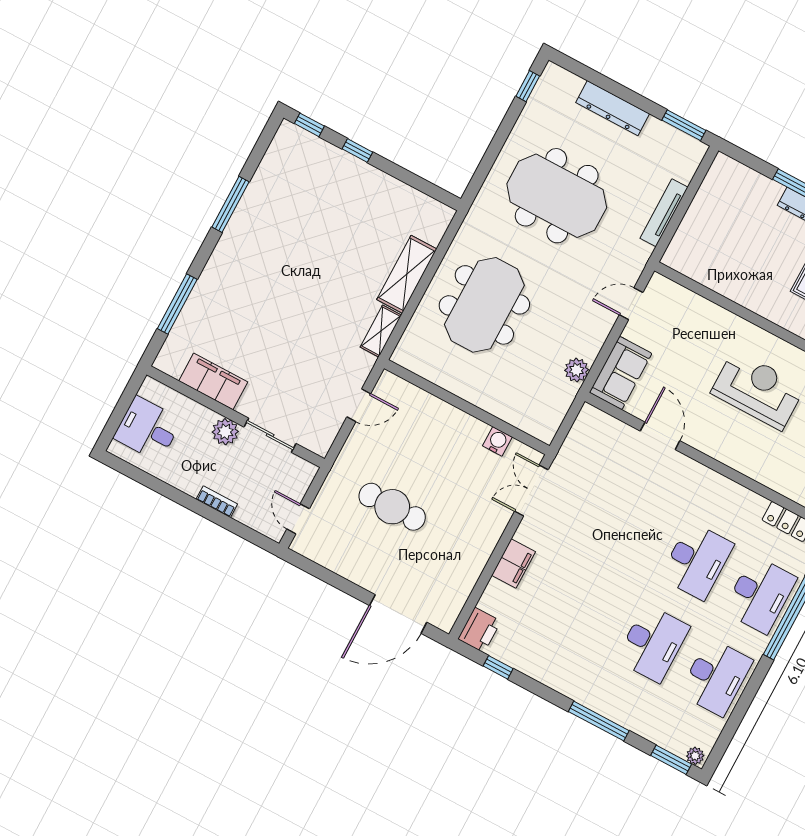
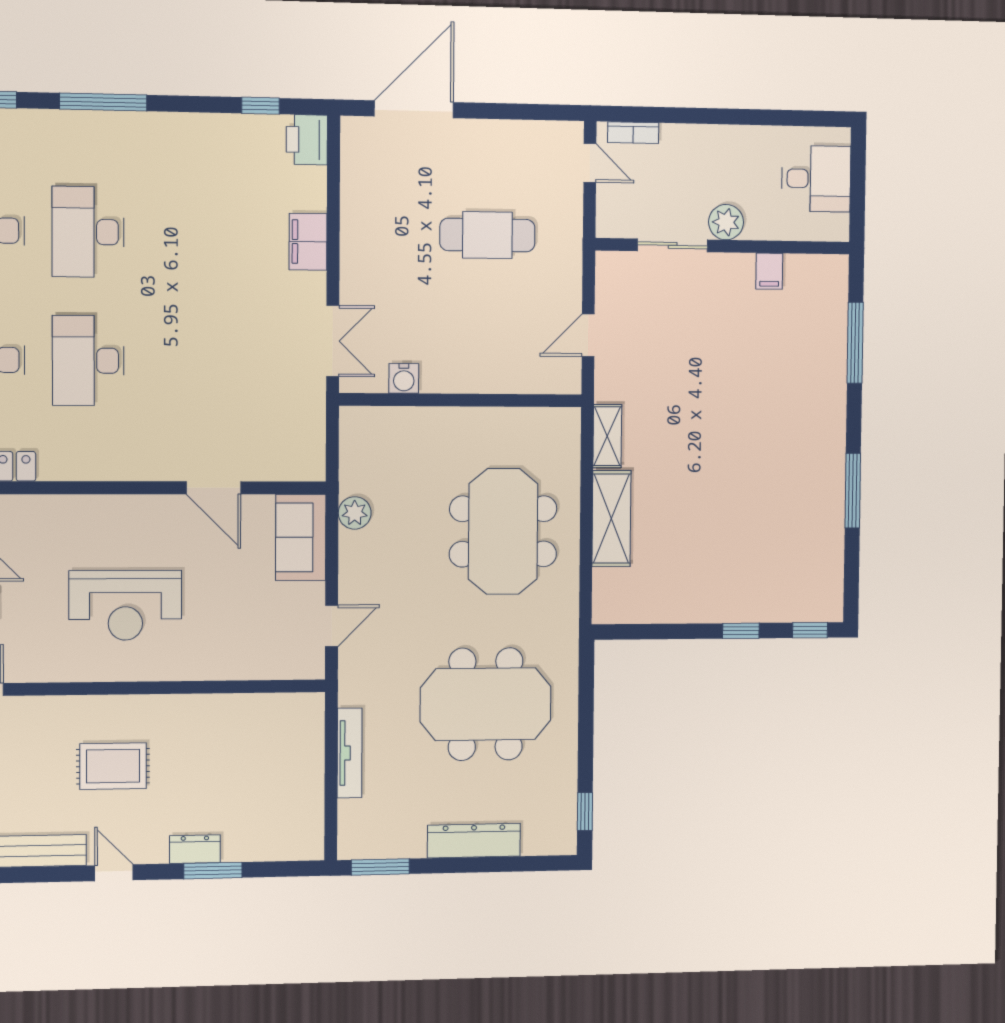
filing cabinet: (213, 381) -> (769, 271), width x0.33, depth x0.86
bookcase: (217, 502) -> (633, 133), moved

